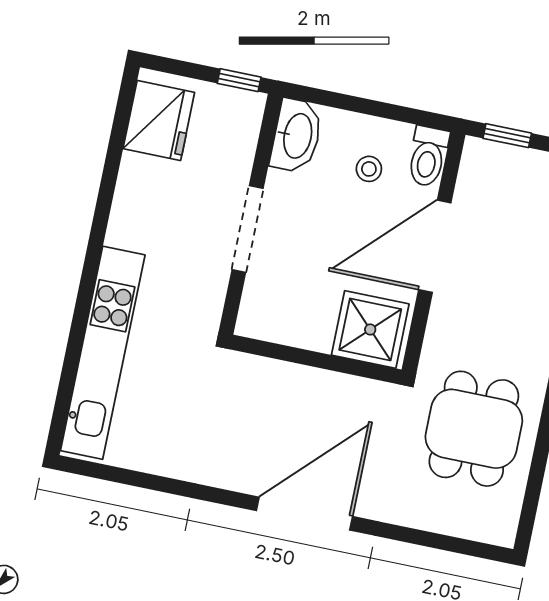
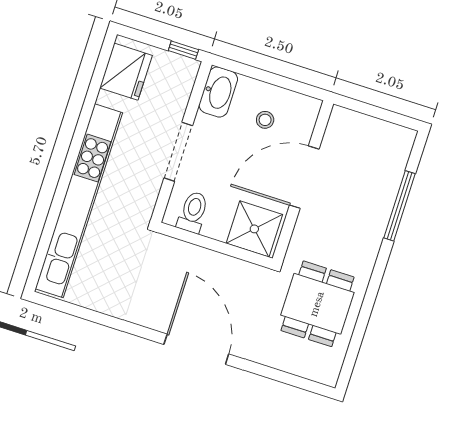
window: (507, 136) -> (361, 107), removed
toilet: (428, 156) -> (193, 212), moved, turned 180
kitchen unit: (103, 353) -> (79, 201), width x1.36
door: (304, 514) -> (196, 349), hinge flipped

